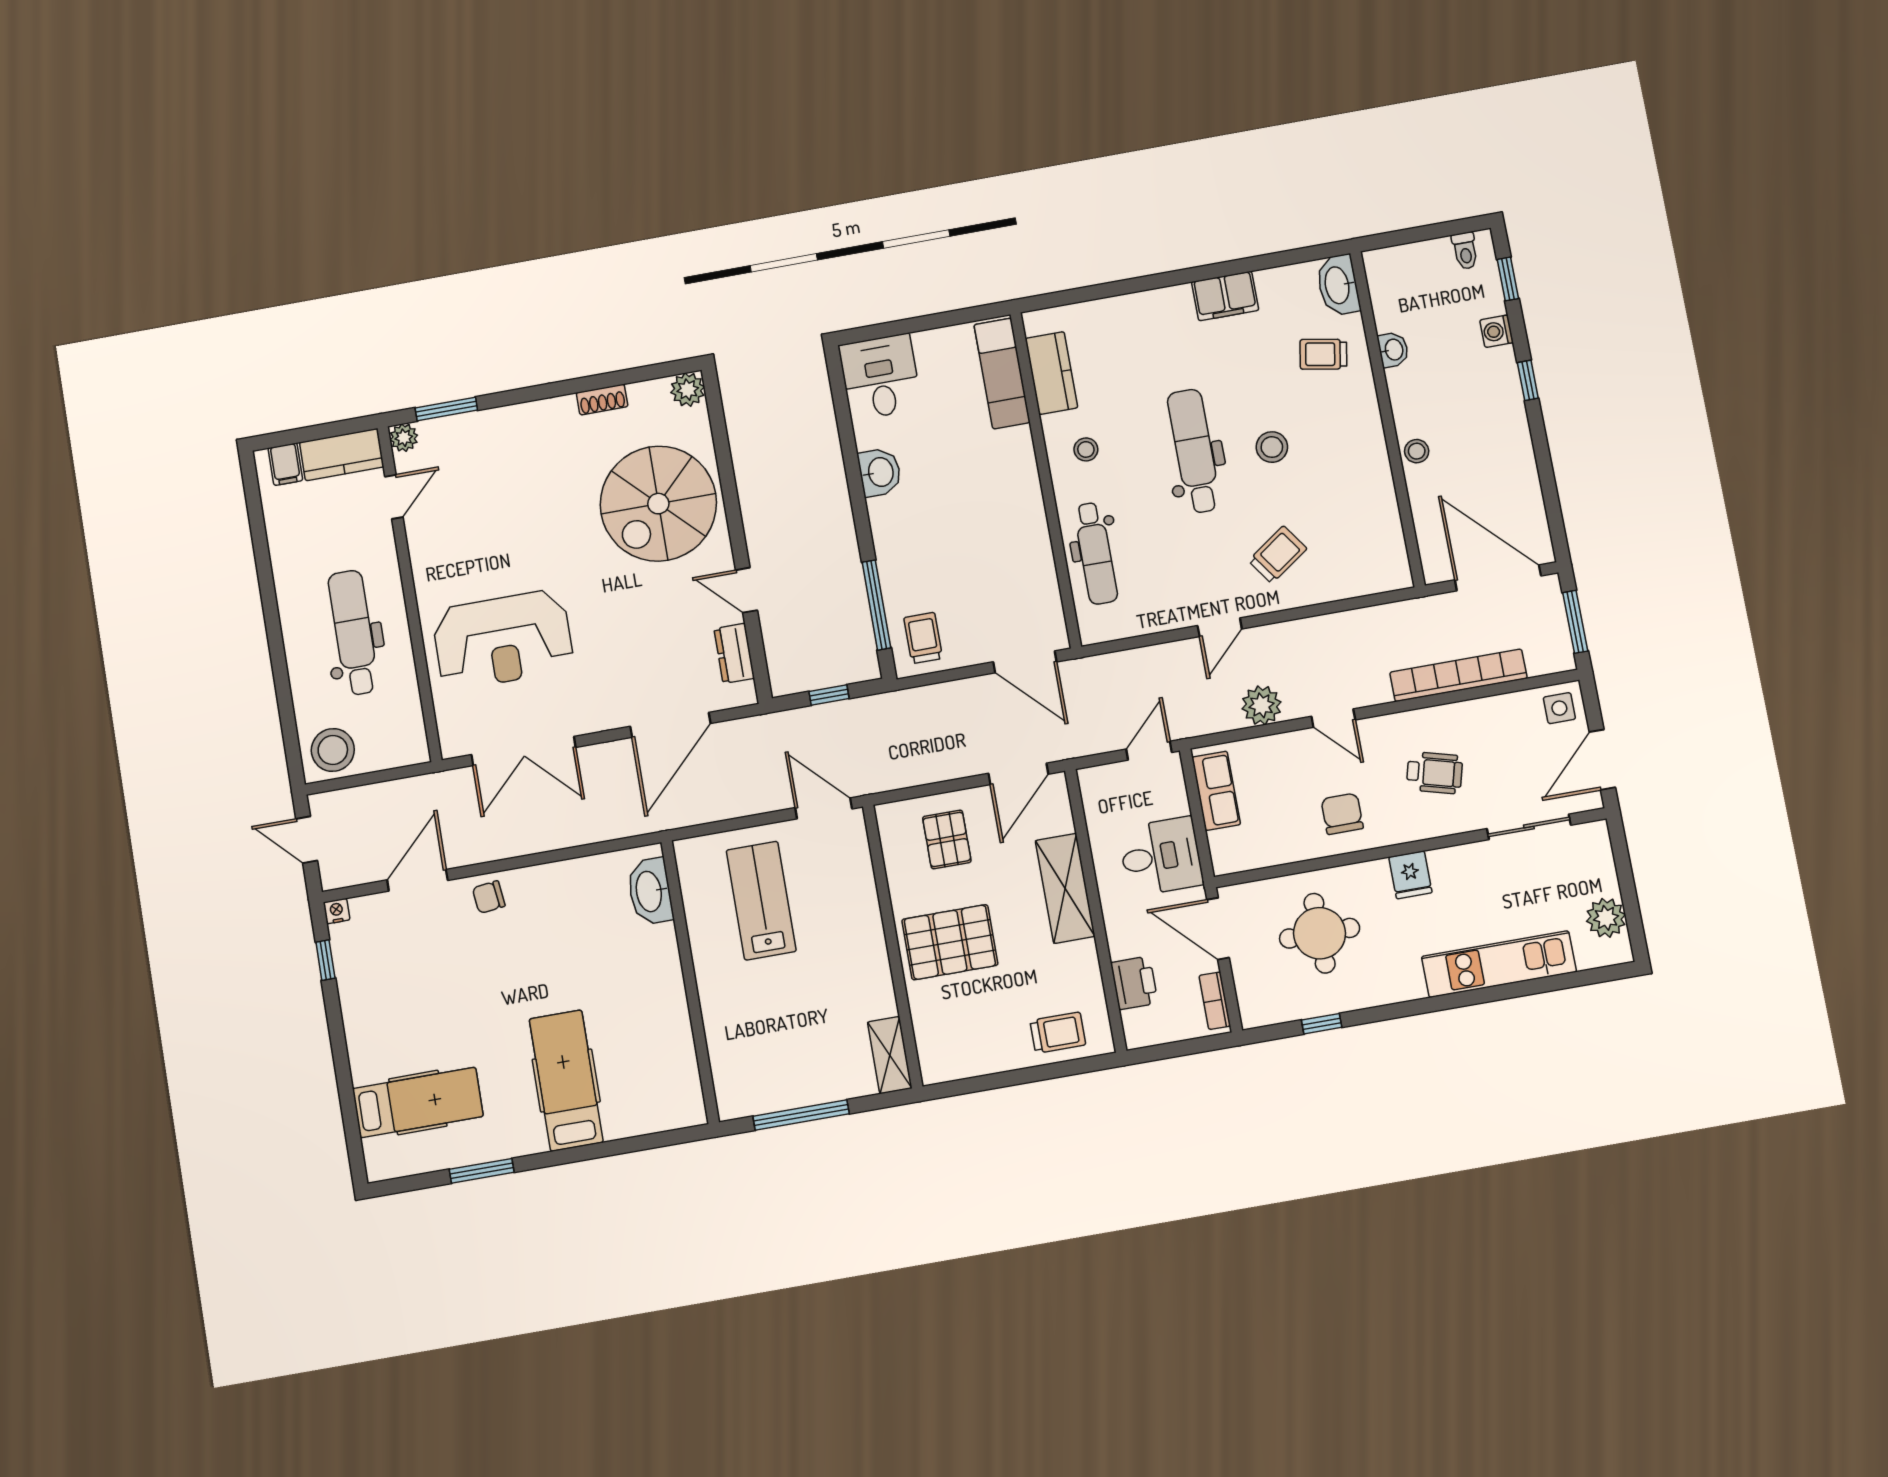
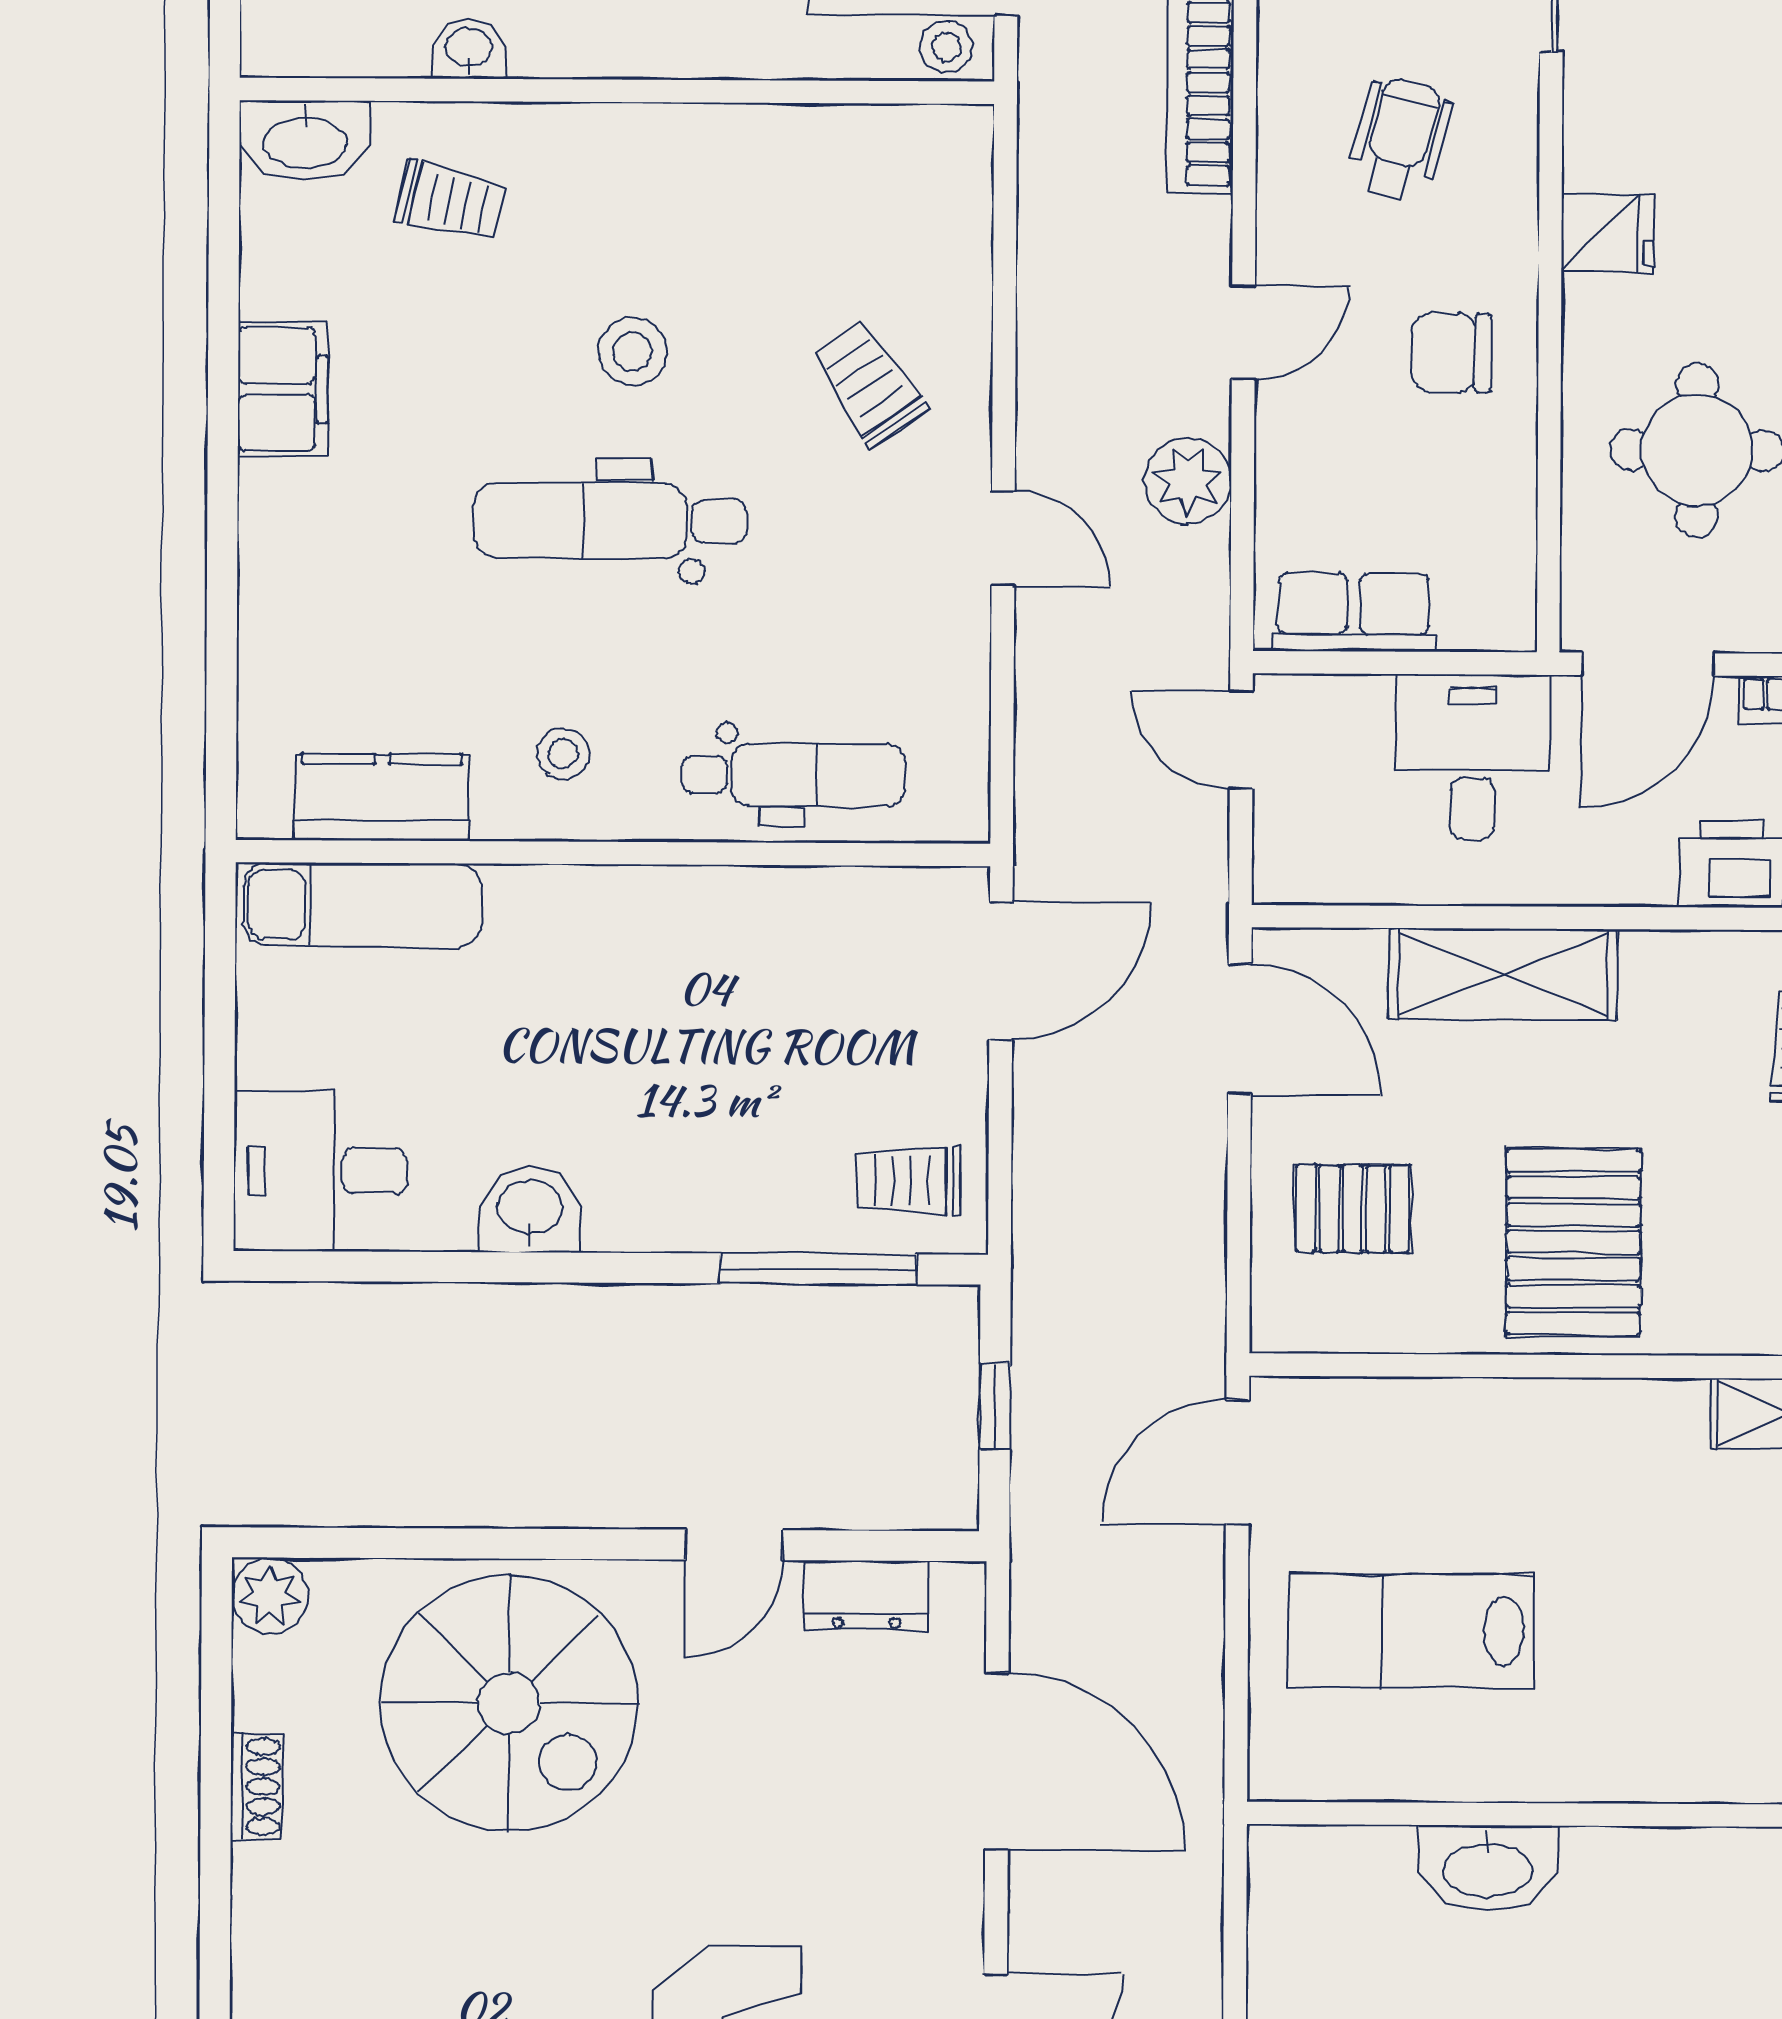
trolley: (1323, 354) -> (451, 201), turned -87
stool: (1417, 451) -> (947, 47), moved
washbasin: (650, 891) -> (1488, 1868), moved

